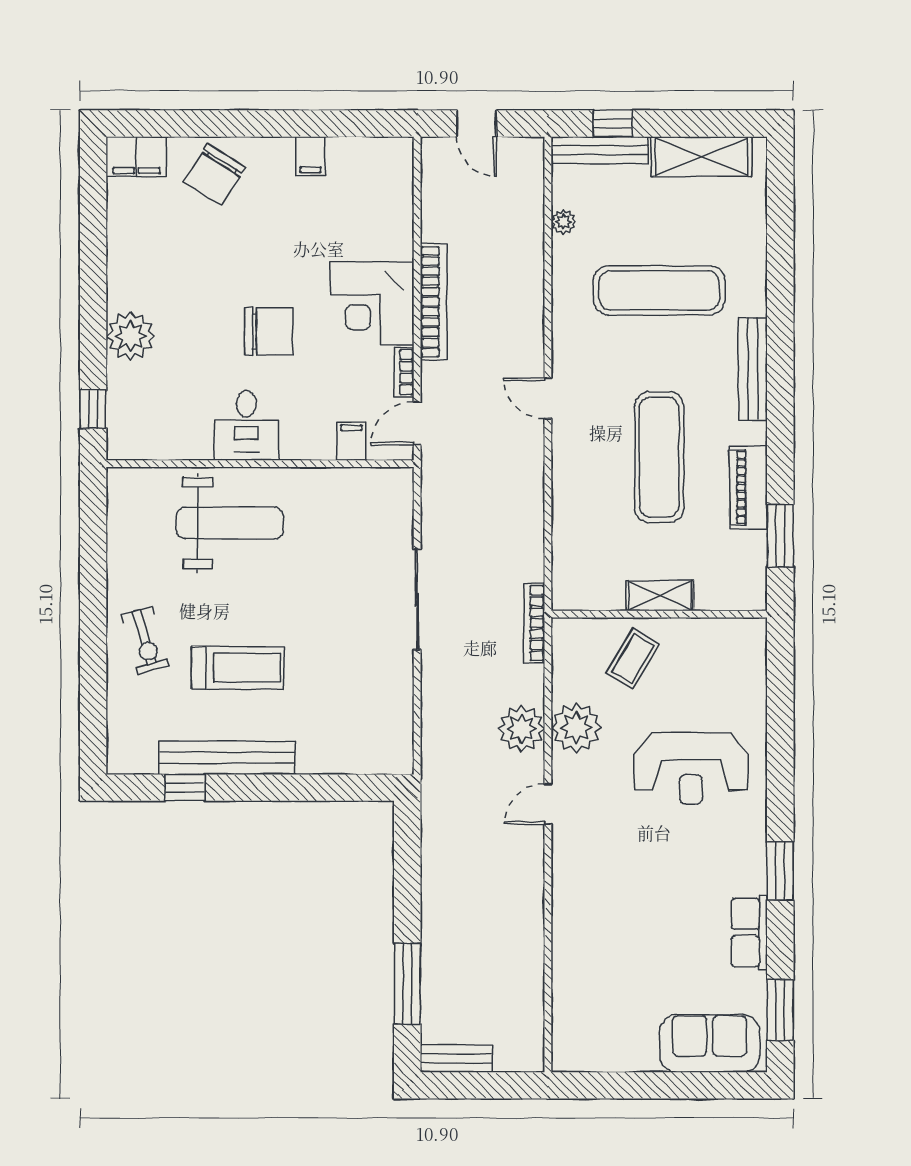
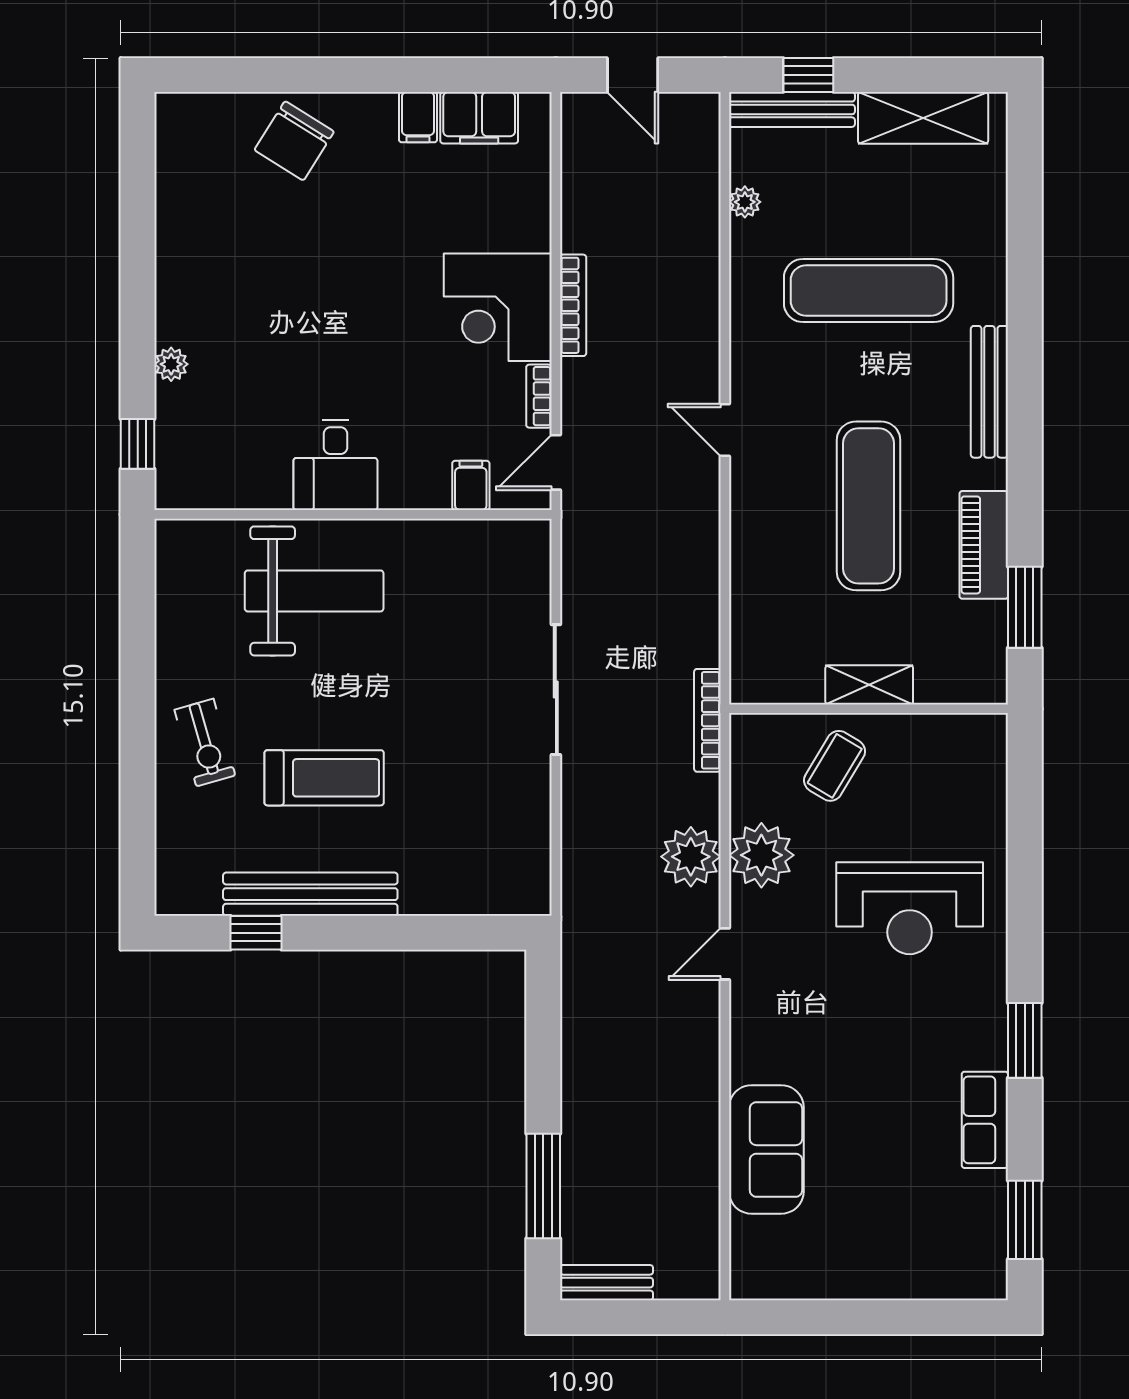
filing cabinet: (136, 157) -> (479, 118), moved
bookcase: (434, 302) -> (573, 305), width x0.68, depth x0.76
chair: (269, 331) -> (364, 344), removed
plant: (131, 336) -> (171, 364), width x0.53, depth x0.53
sofa: (710, 1043) -> (766, 1149), moved, turned 90

